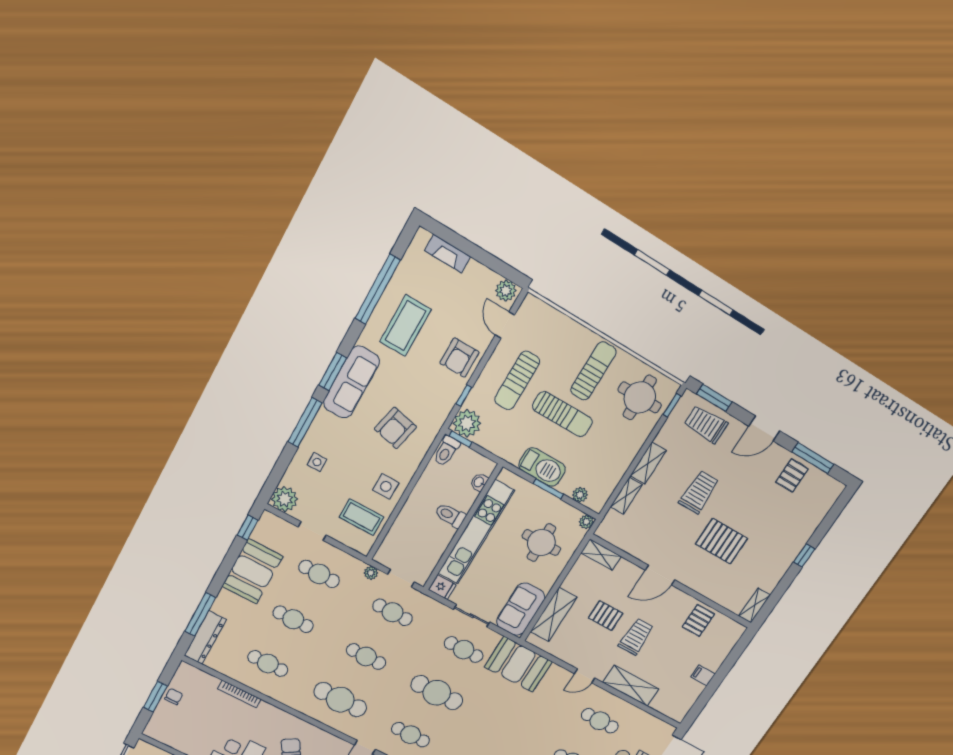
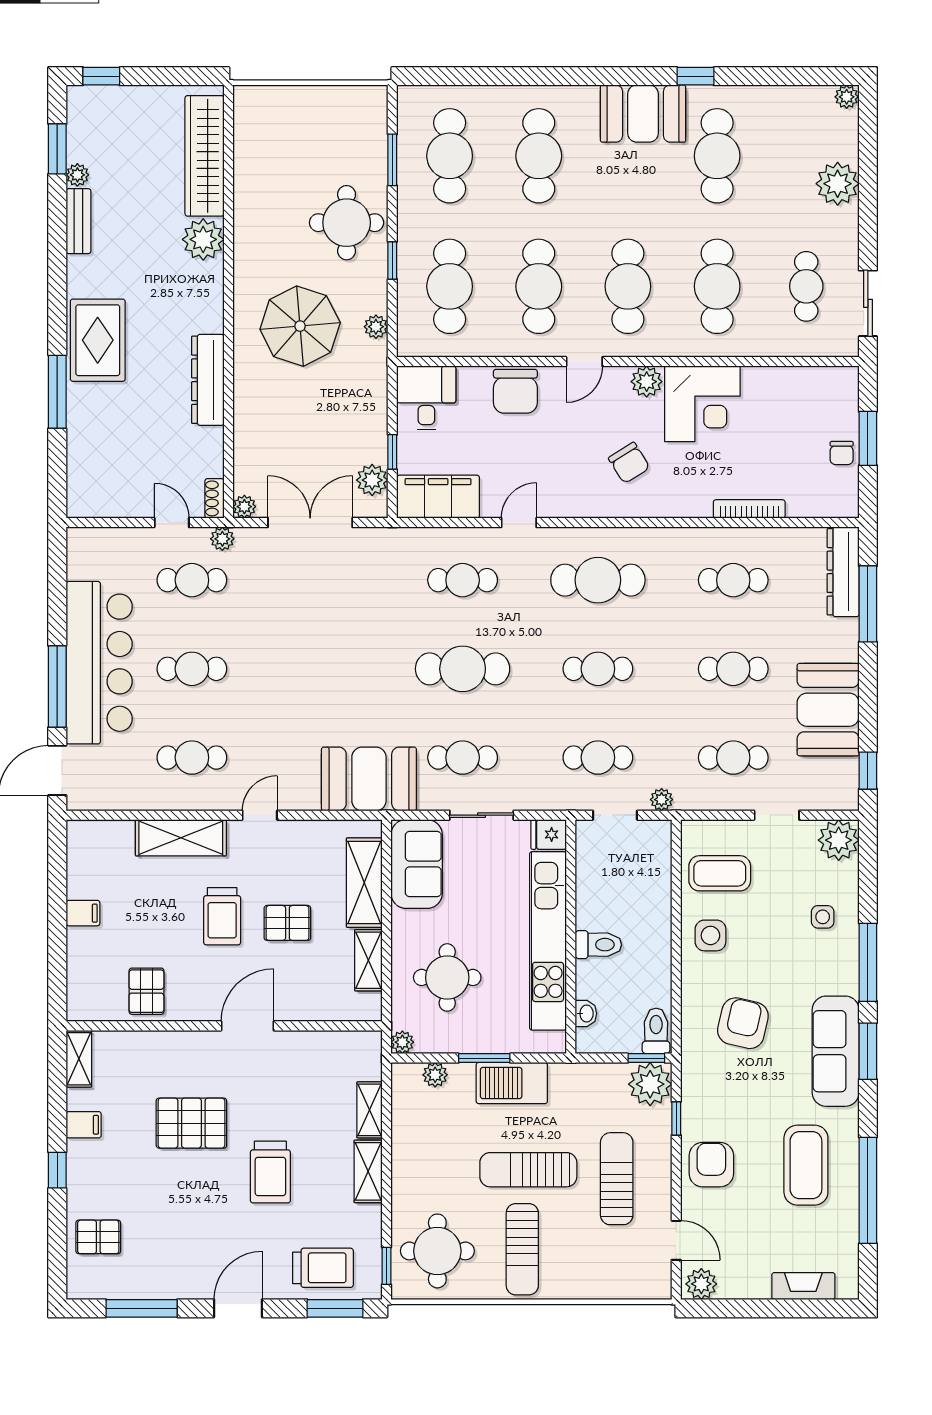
pallet: (792, 476) -> (98, 1237), moved, turned 90
shelving: (601, 555) -> (368, 960), moved, turned 90
filing cabinet: (775, 571) -> (84, 1125), added

